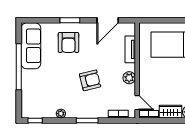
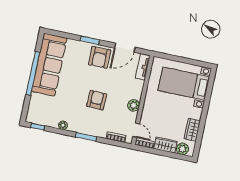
armchair: (68, 42) -> (100, 57), moved
sofa: (31, 46) -> (49, 65), width x1.36, depth x1.27
tv unit: (130, 49) -> (143, 67), moved
armchair: (90, 80) -> (97, 100), turned -74

